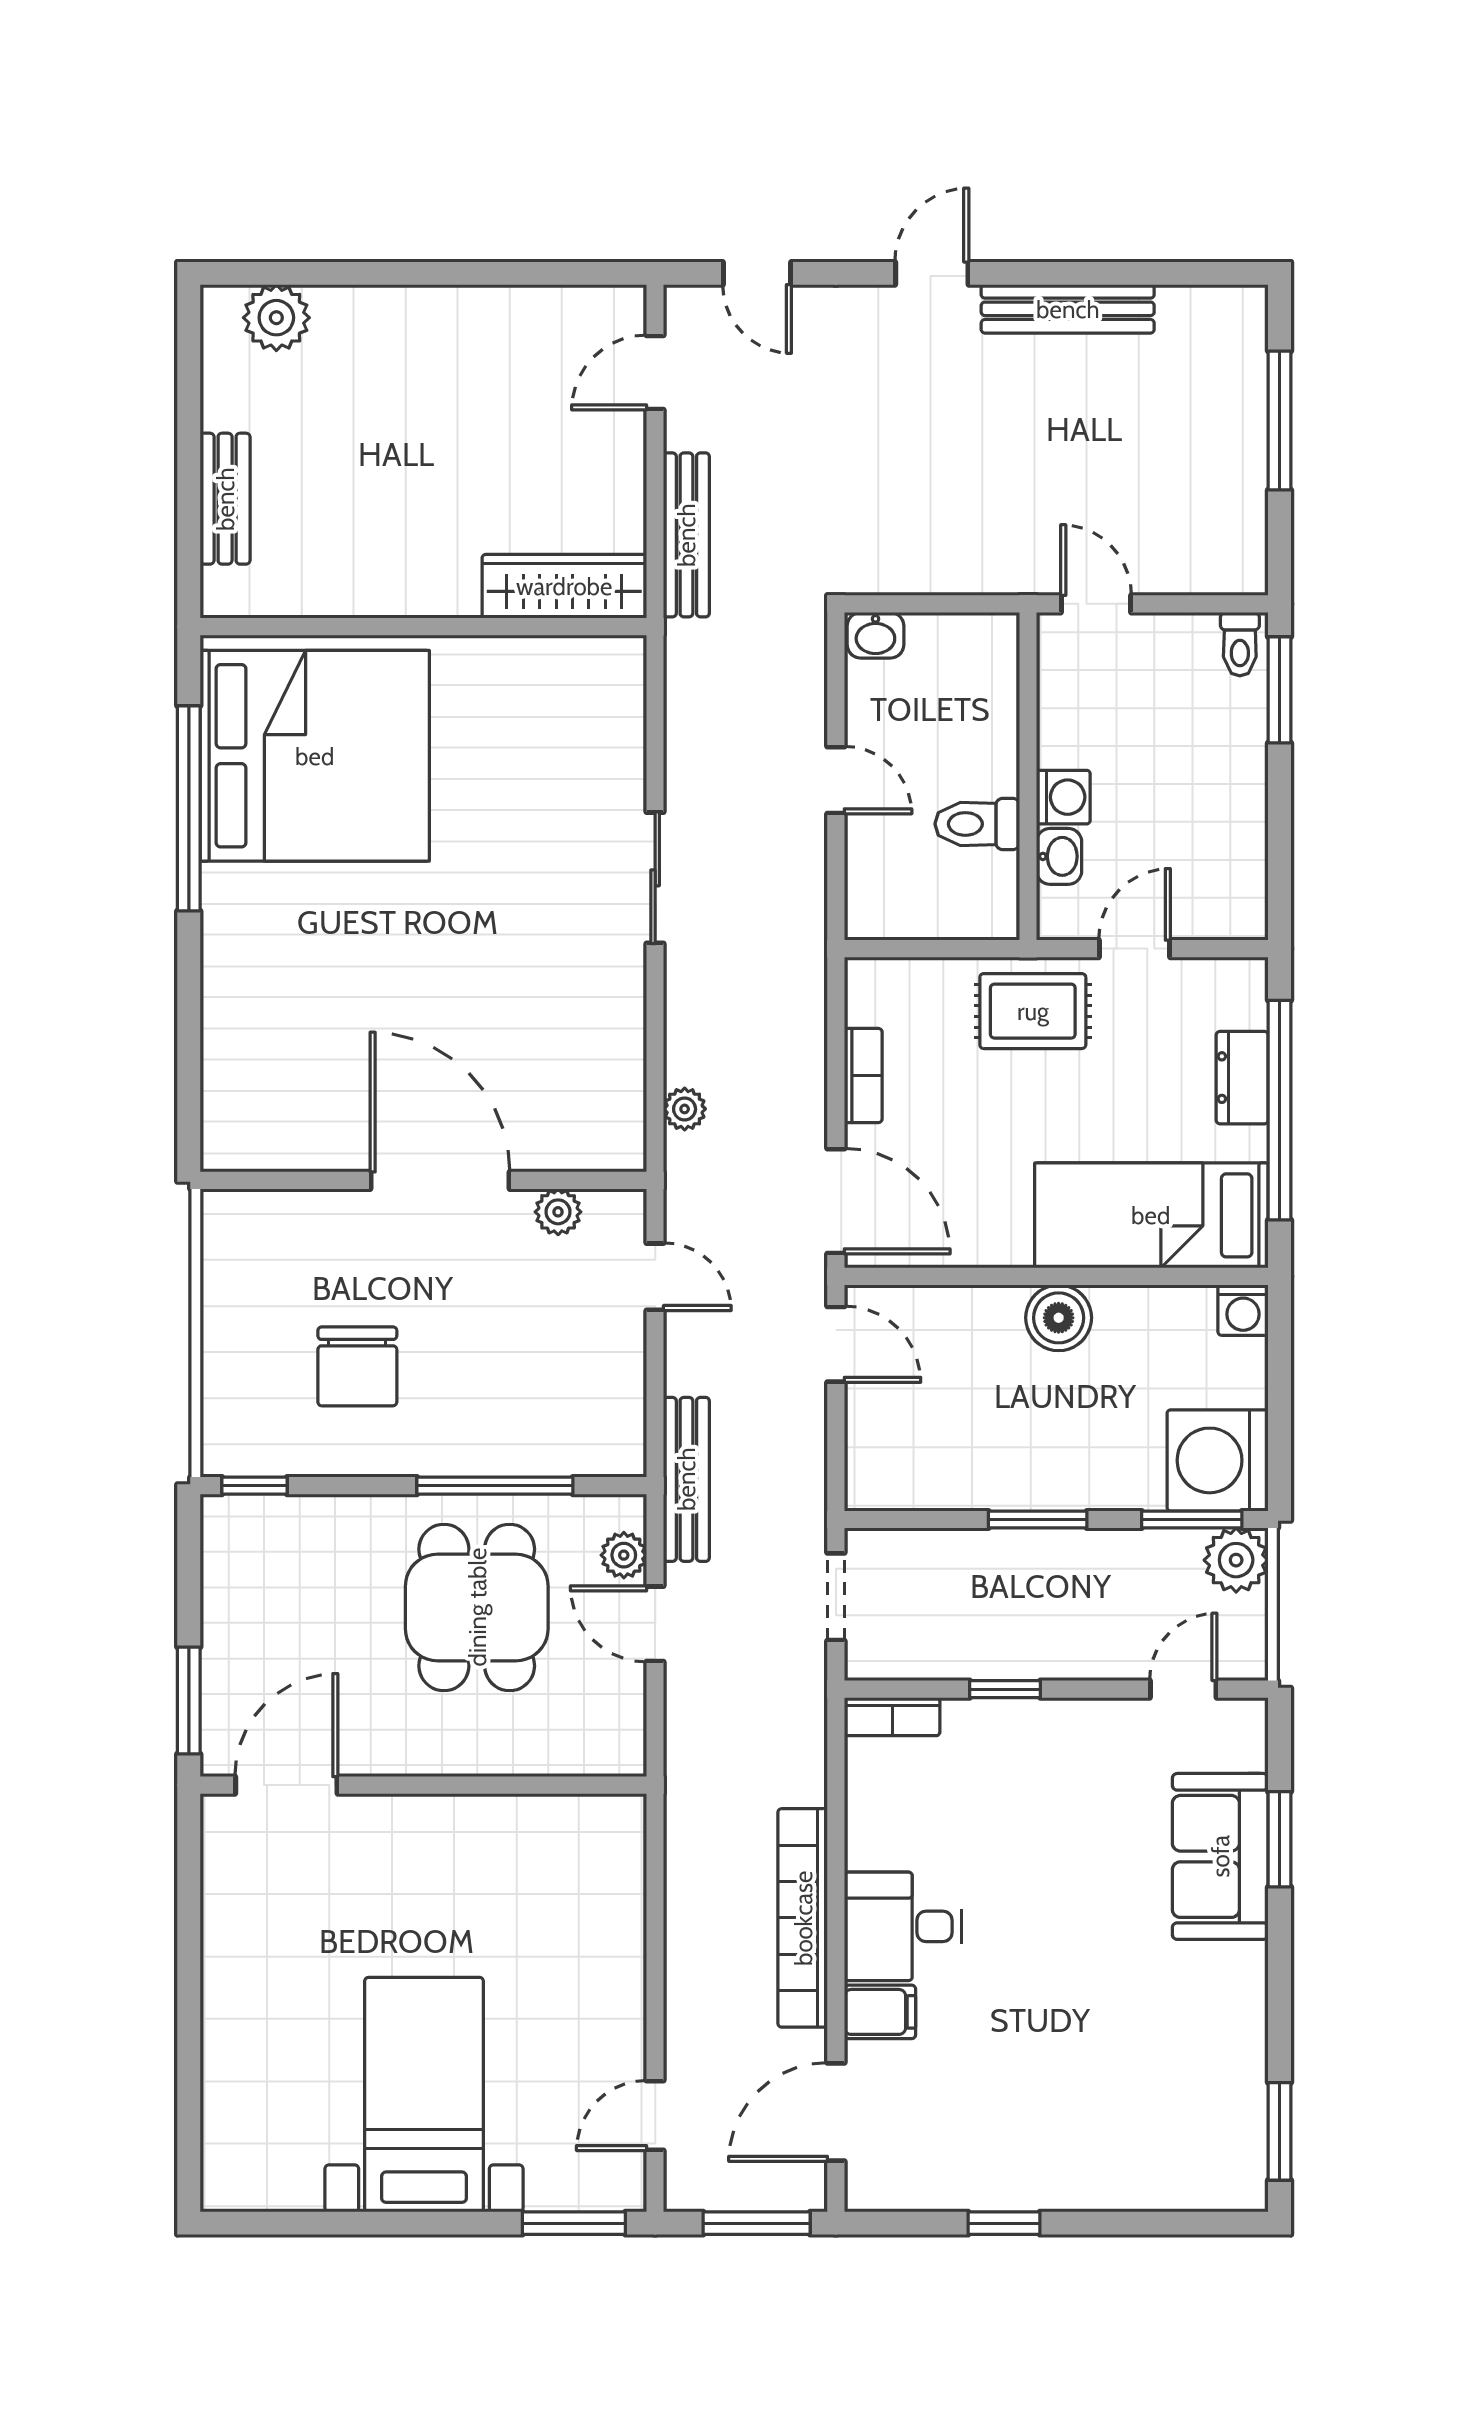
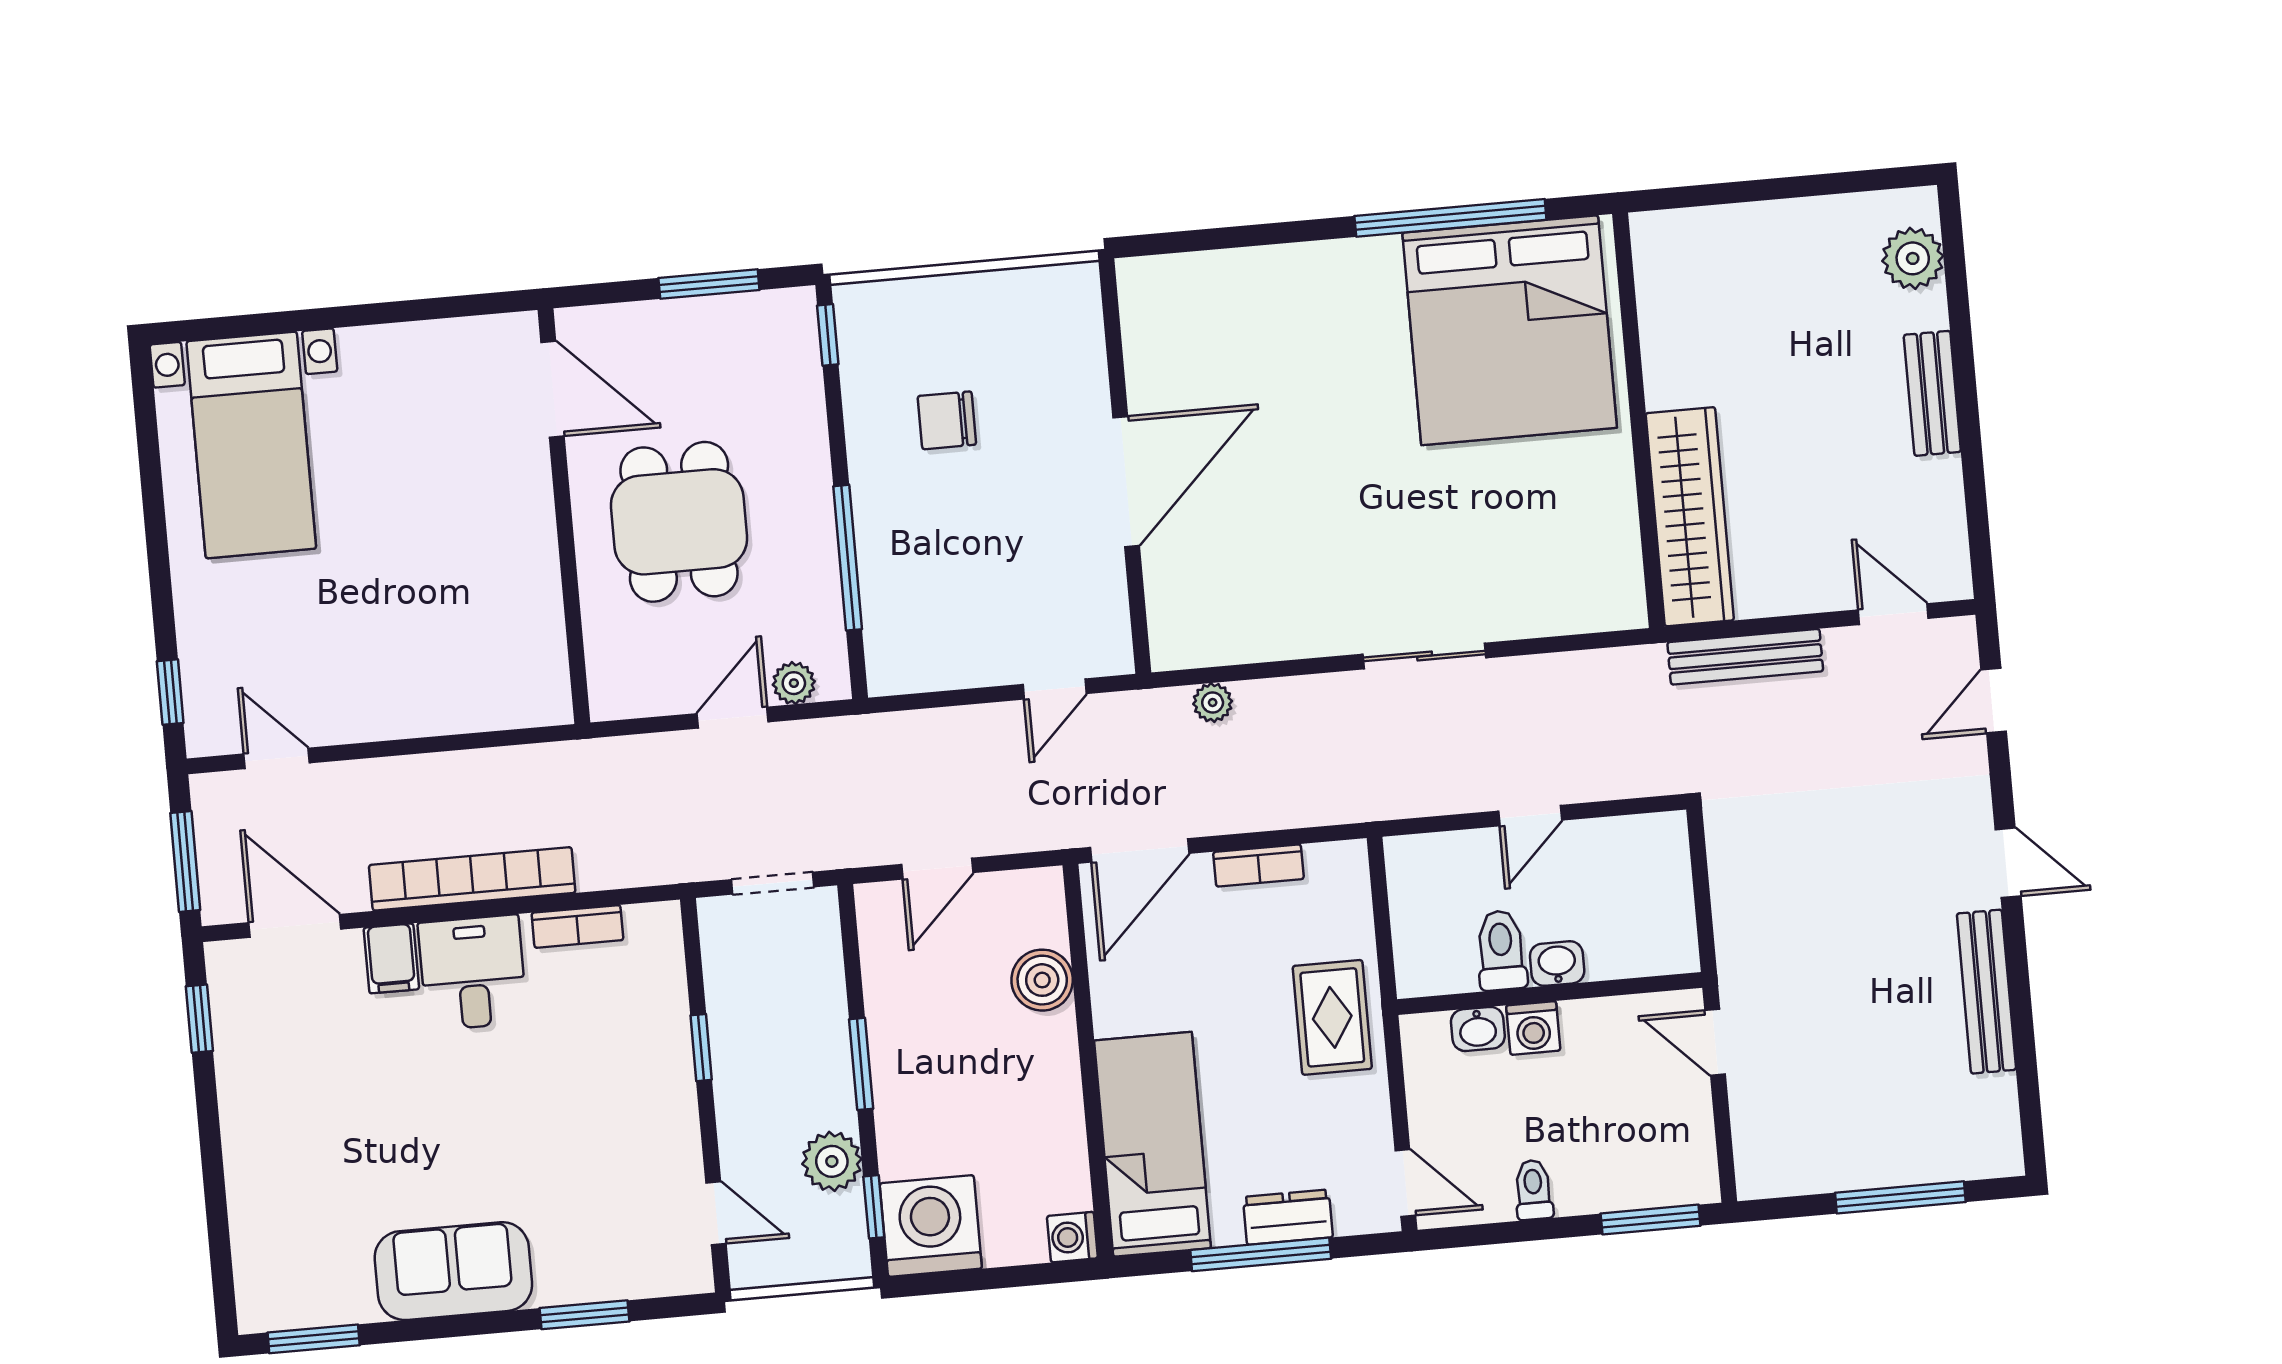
bench: (225, 499) -> (1932, 393), moved, turned 90
wardrobe: (564, 586) -> (1690, 517), width x1.40, depth x1.17
door: (1096, 604) -> (1715, 1042), swing flipped
washbasin: (875, 635) -> (1557, 964), moved, turned 90
toilet: (1240, 644) -> (1533, 1190), moved, turned 90
door: (1135, 949) -> (1405, 1183), moved
window: (1280, 1110) -> (1261, 1254), width x0.68
plant: (558, 1212) -> (1107, 594), removed
boiler: (1059, 1318) -> (1042, 980), moved
door: (836, 1344) -> (937, 869), moved
chair: (357, 1366) -> (947, 420), width x0.73, depth x0.73
bench: (686, 1479) -> (869, 735), removed
window: (1192, 1519) -> (874, 1207), width x0.67
plant: (1236, 1560) -> (832, 1161), moved
dining table: (477, 1607) -> (679, 522), moved, turned 90
window: (189, 1701) -> (709, 284), moved
bookcase: (892, 1717) -> (577, 926), moved, turned -90
sofa: (1220, 1856) -> (453, 1271), moved
bed with nightstands: (424, 2095) -> (251, 445), moved, turned 90
window: (574, 2223) -> (170, 692), width x0.67
window: (1004, 2223) -> (199, 1019), moved

